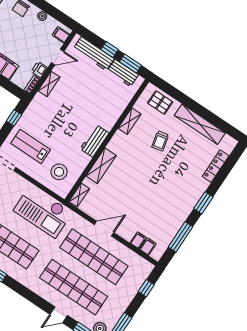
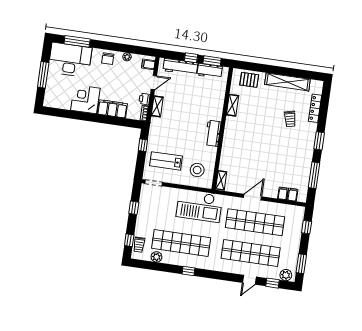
trolley: (160, 141) -> (290, 119), moved
shelving: (101, 166) -> (227, 150), removed

